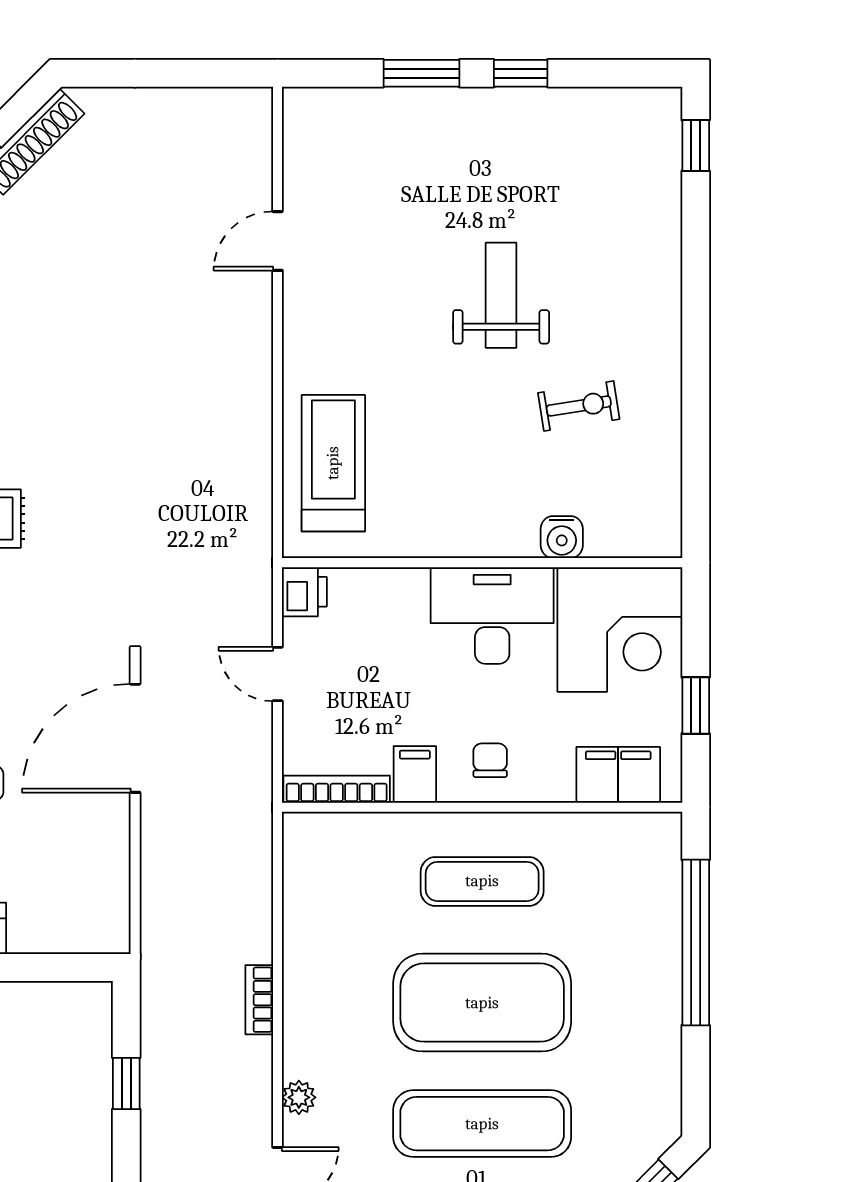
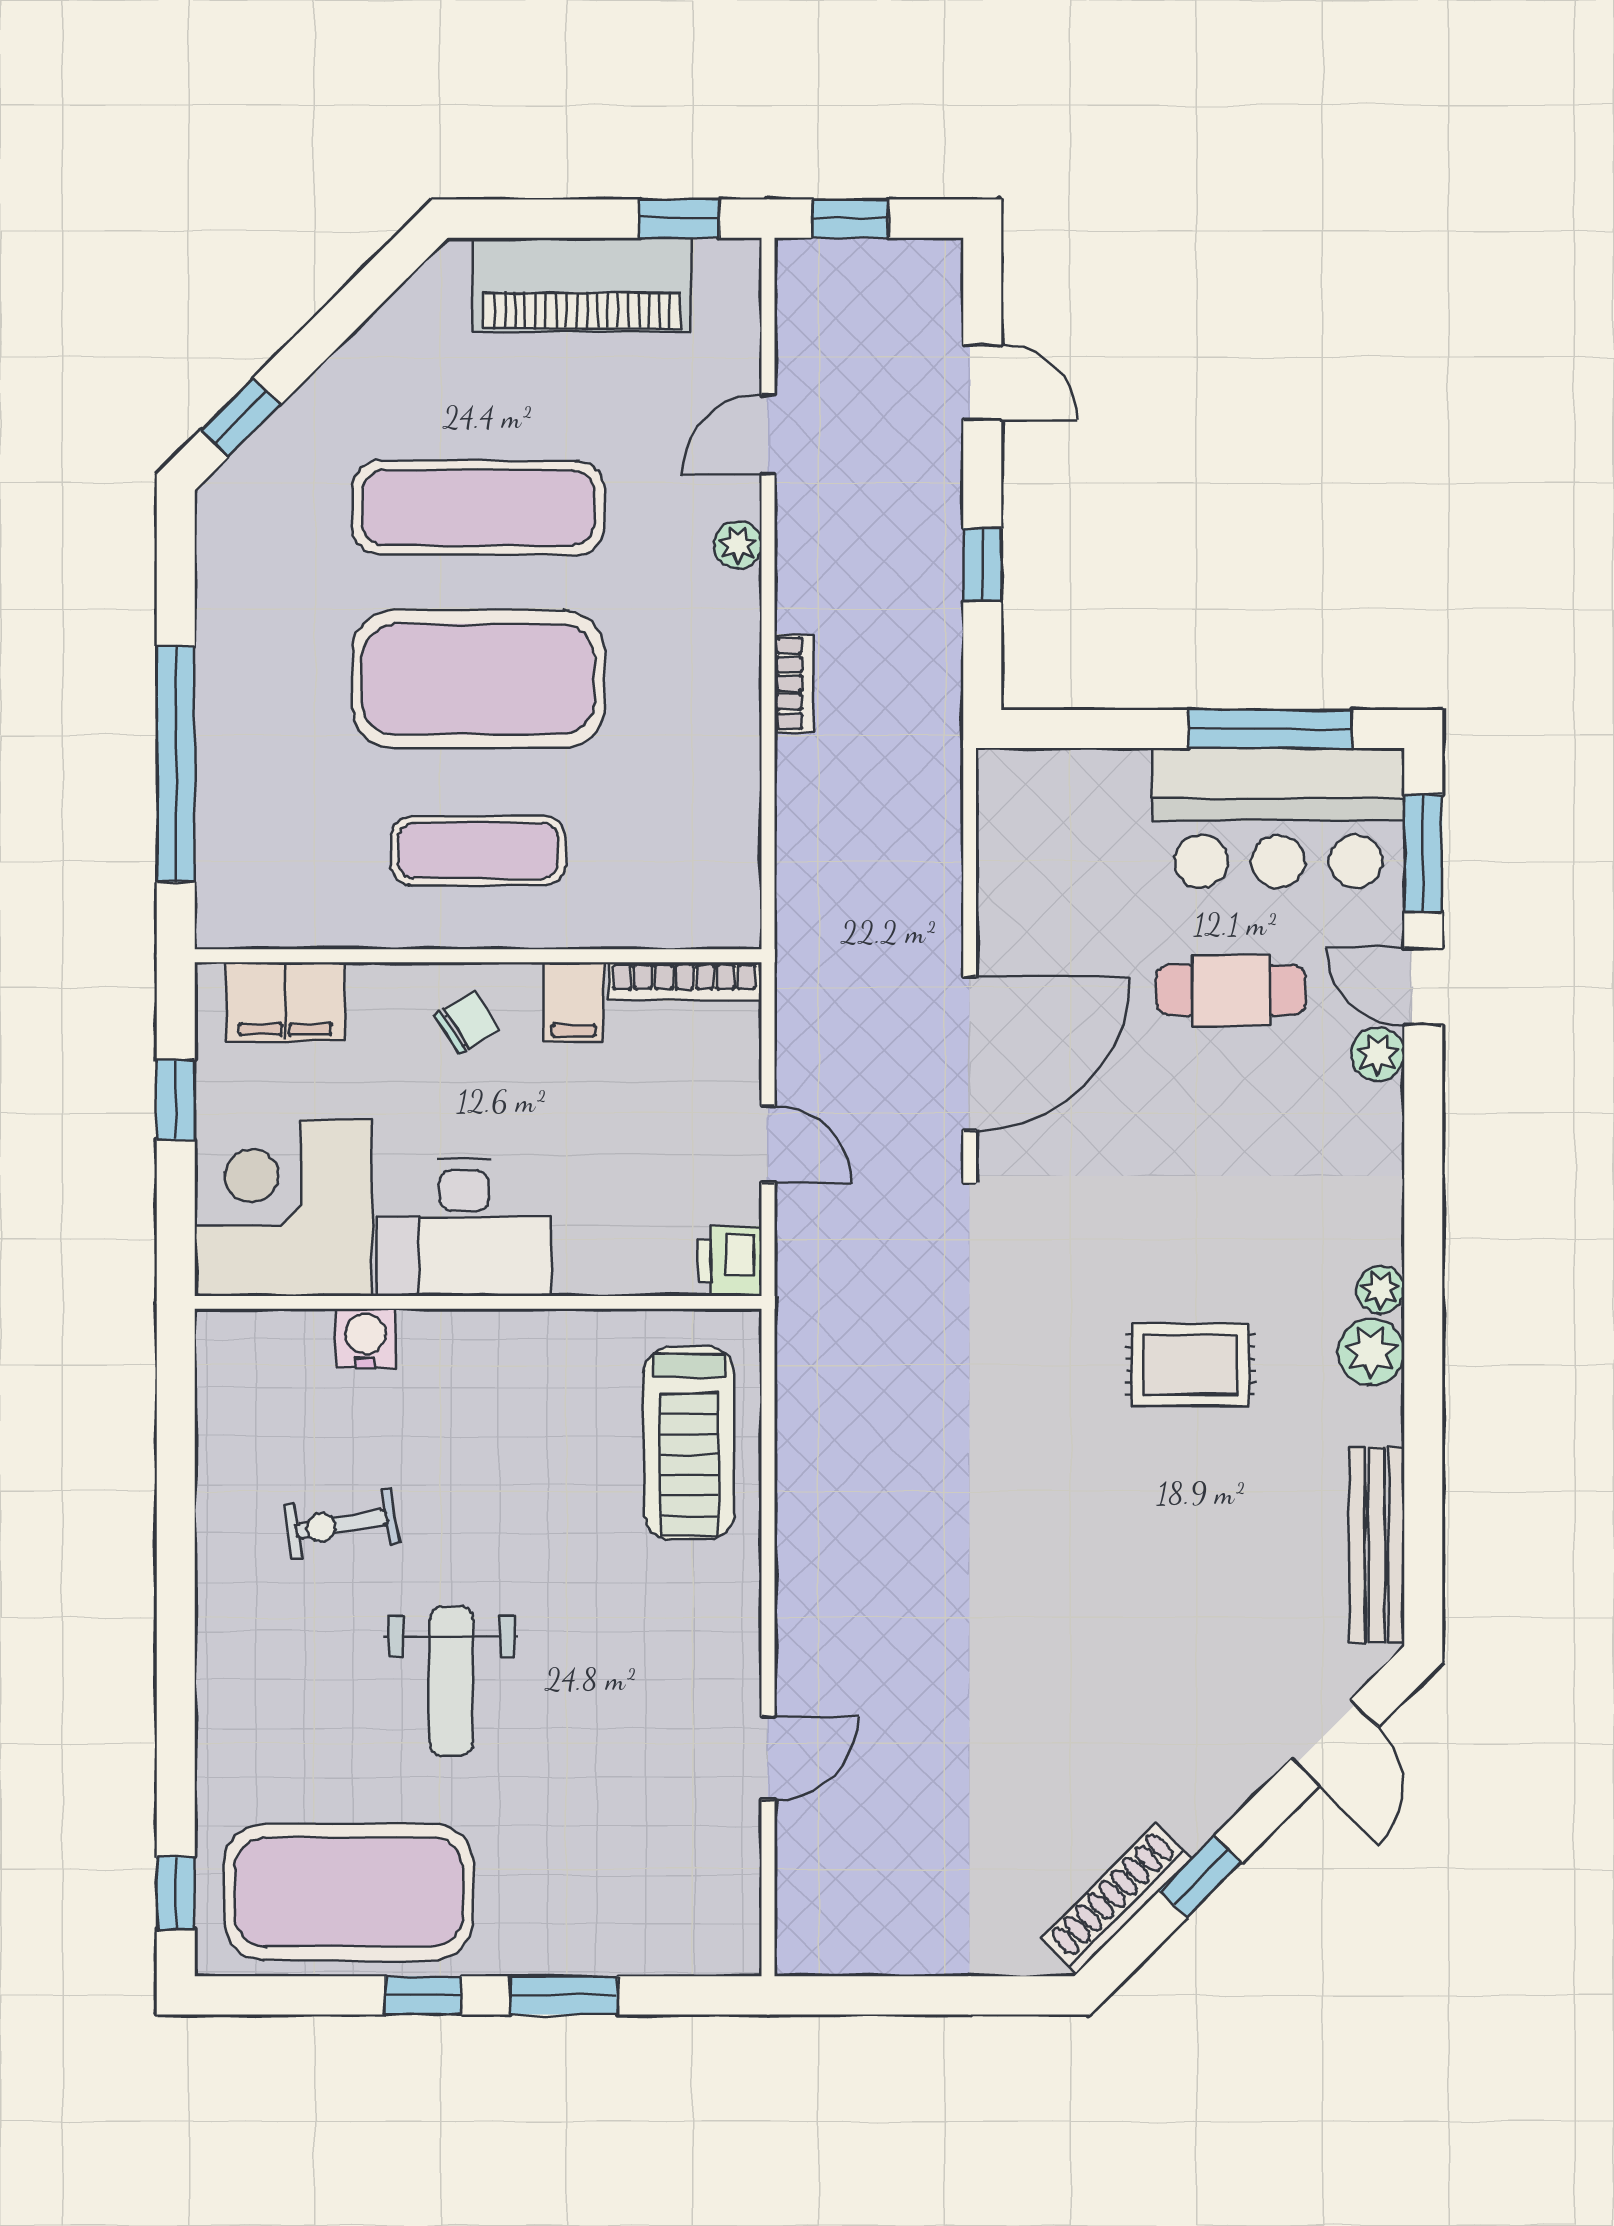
exercise mat: (574, 146) -> (349, 1892), added
chair: (490, 760) -> (467, 1022), turned -122

